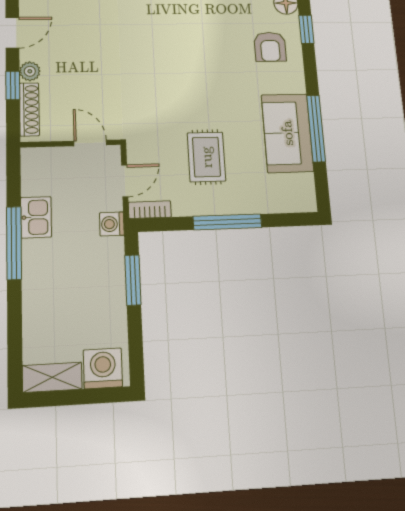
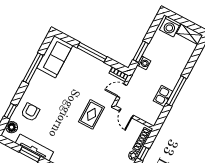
sofa: (287, 133) -> (55, 57), moved
rug: (206, 157) -> (91, 114), moved
washing machine: (112, 224) -> (144, 63), moved

